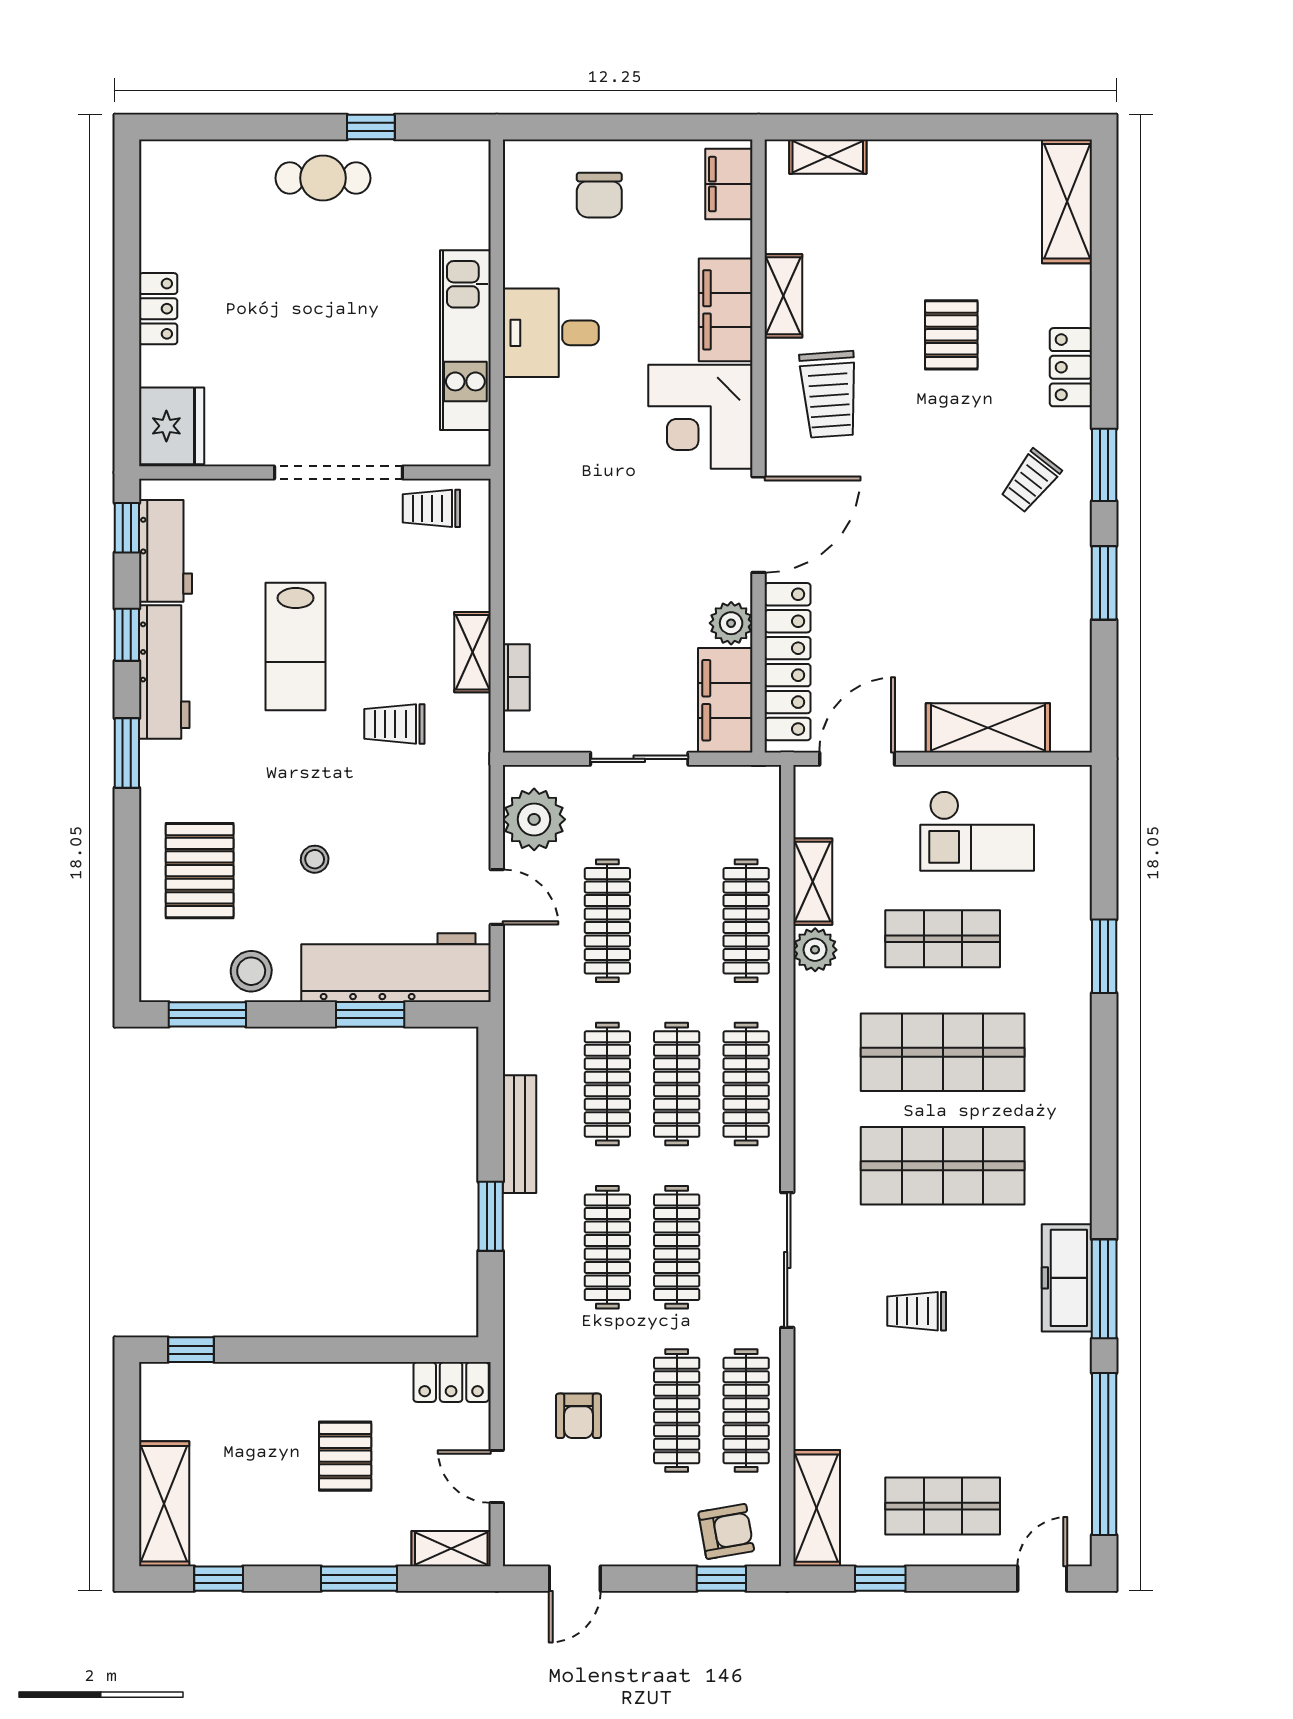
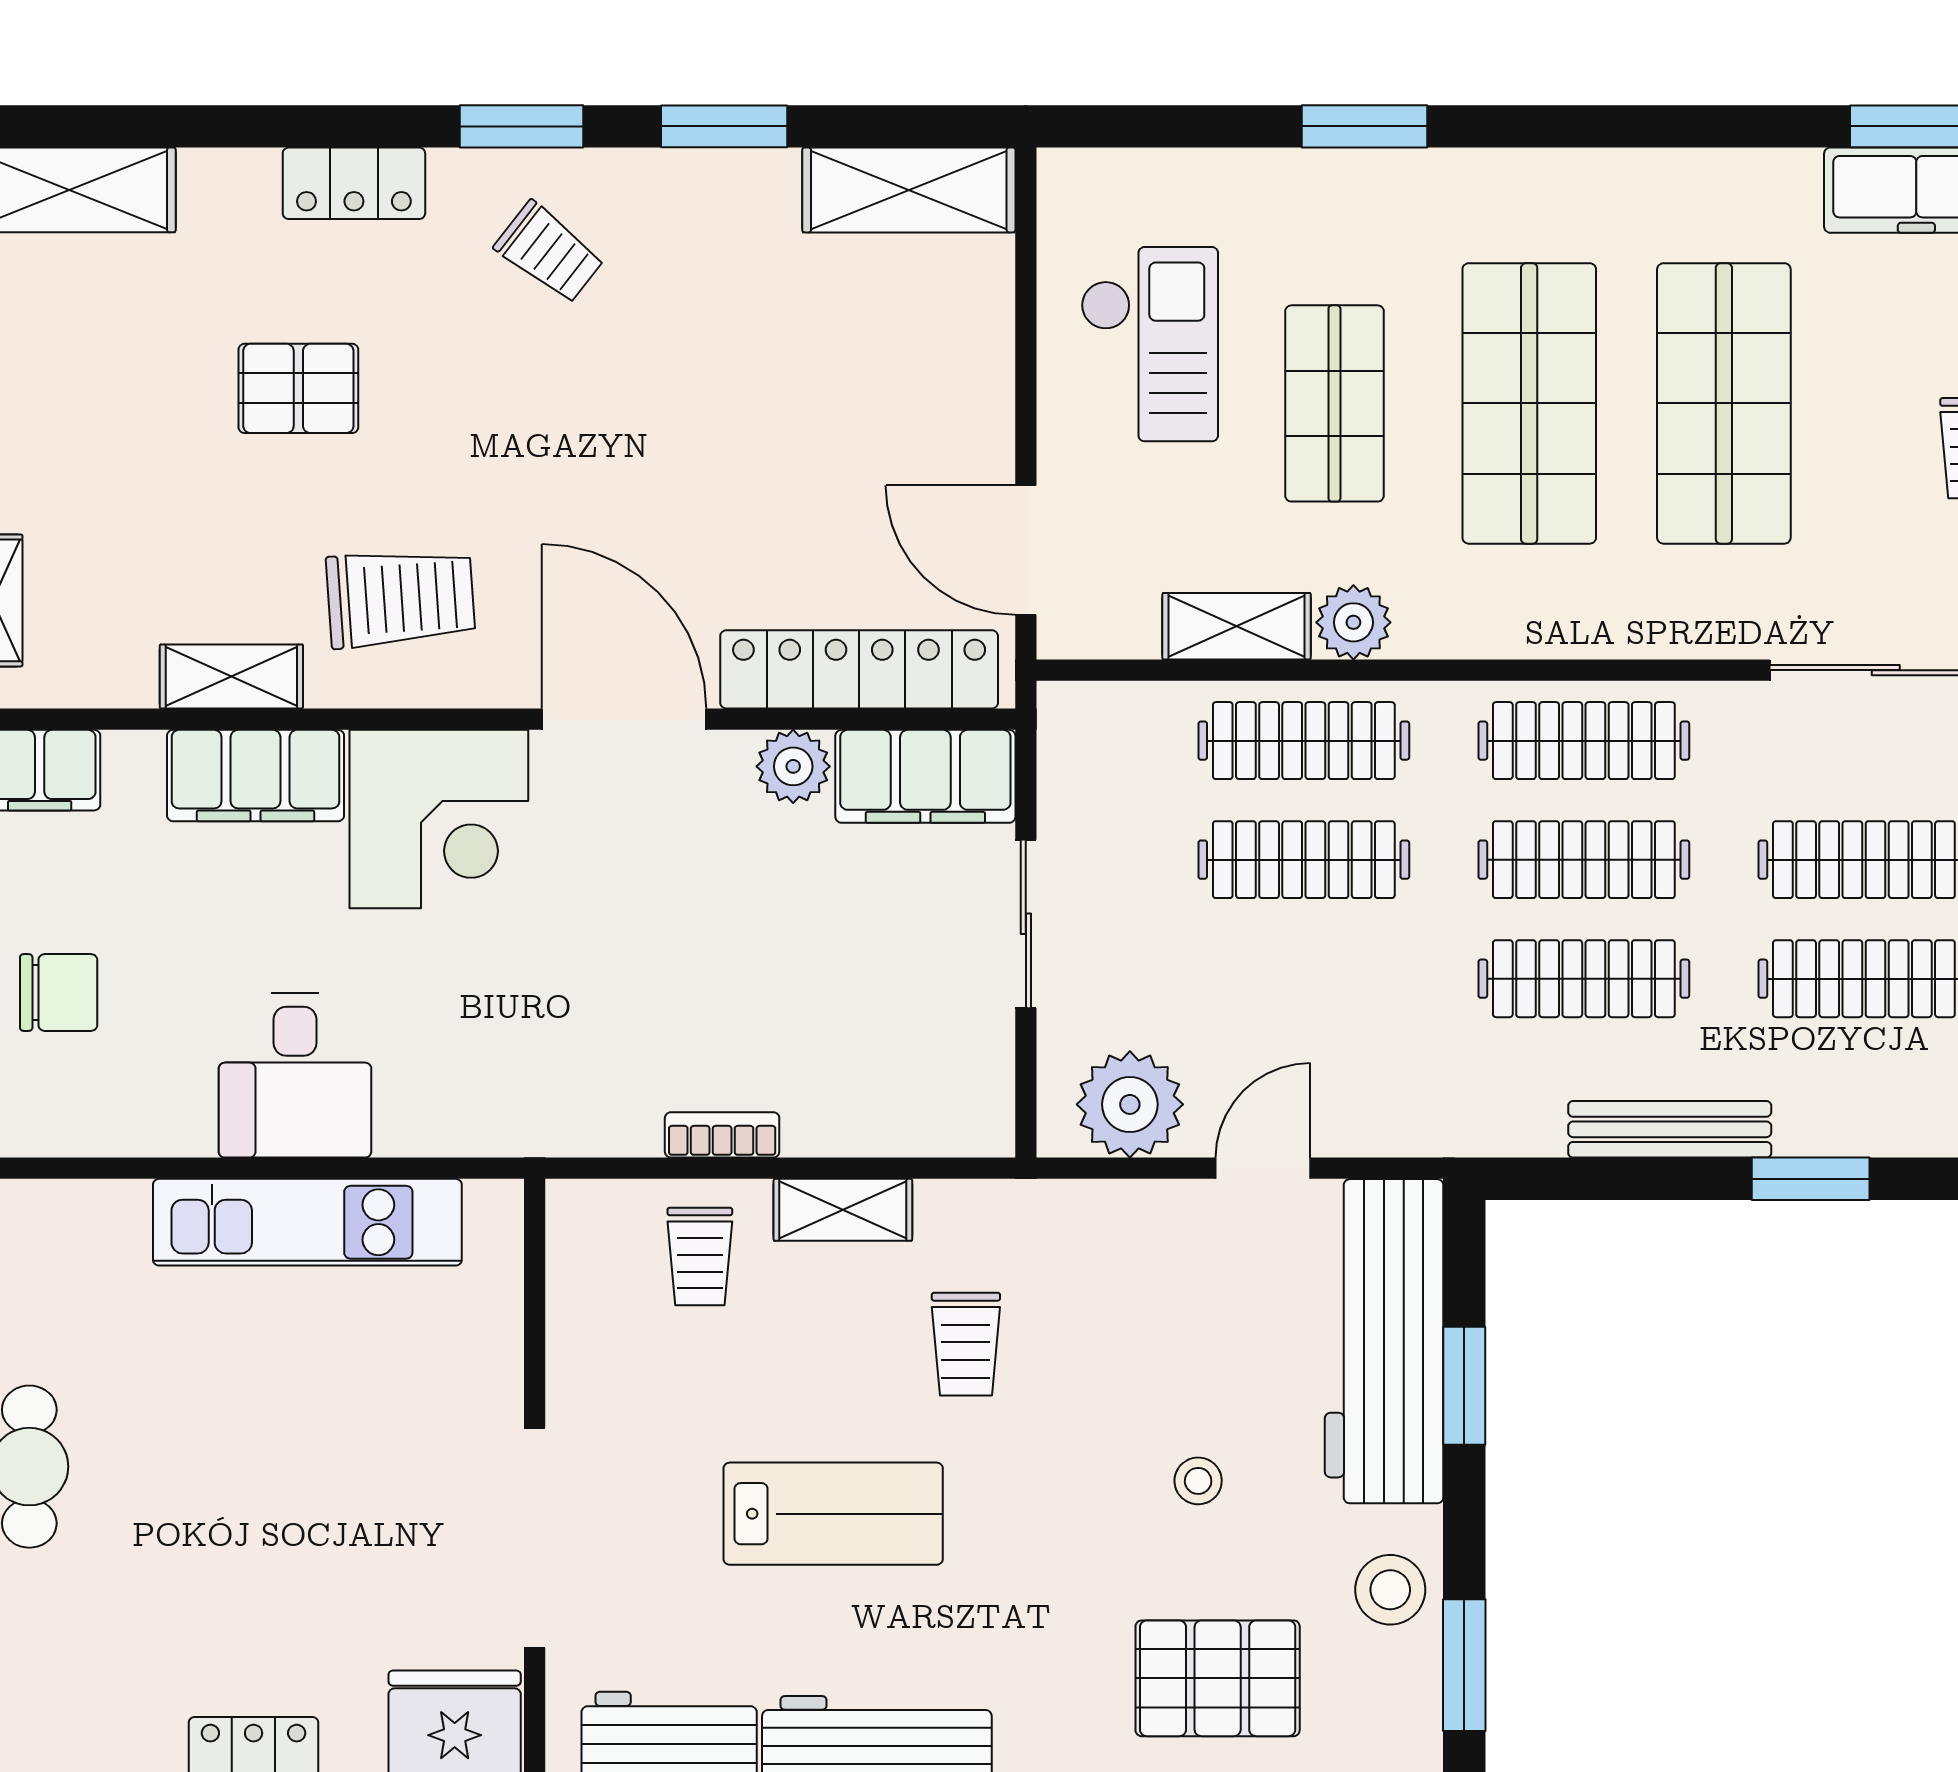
doorway: (339, 473) -> (535, 1538), moved
trolley: (431, 508) -> (700, 1256), moved
bookcase: (516, 677) -> (722, 1135), moved
shelving: (988, 728) -> (909, 190), moved, turned 90
clothes rail: (607, 921) -> (1304, 860), moved

